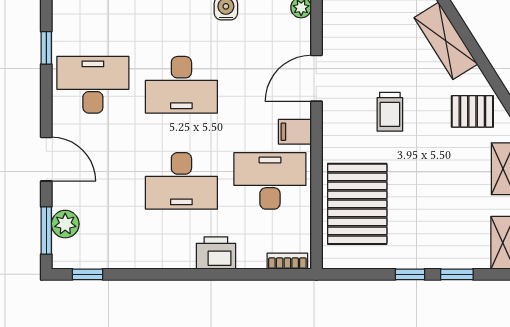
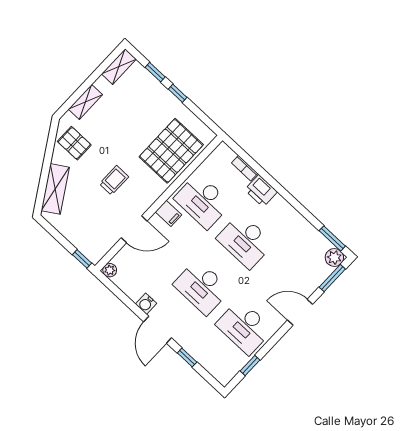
desk: (181, 85) -> (202, 287), turned 180
door: (46, 159) -> (300, 312), hinge flipped
desk: (181, 181) -> (245, 241), turned 180
plant: (65, 224) -> (334, 258), moved
bookcase: (287, 261) -> (245, 168), moved
window: (87, 274) -> (332, 238), width x1.50

